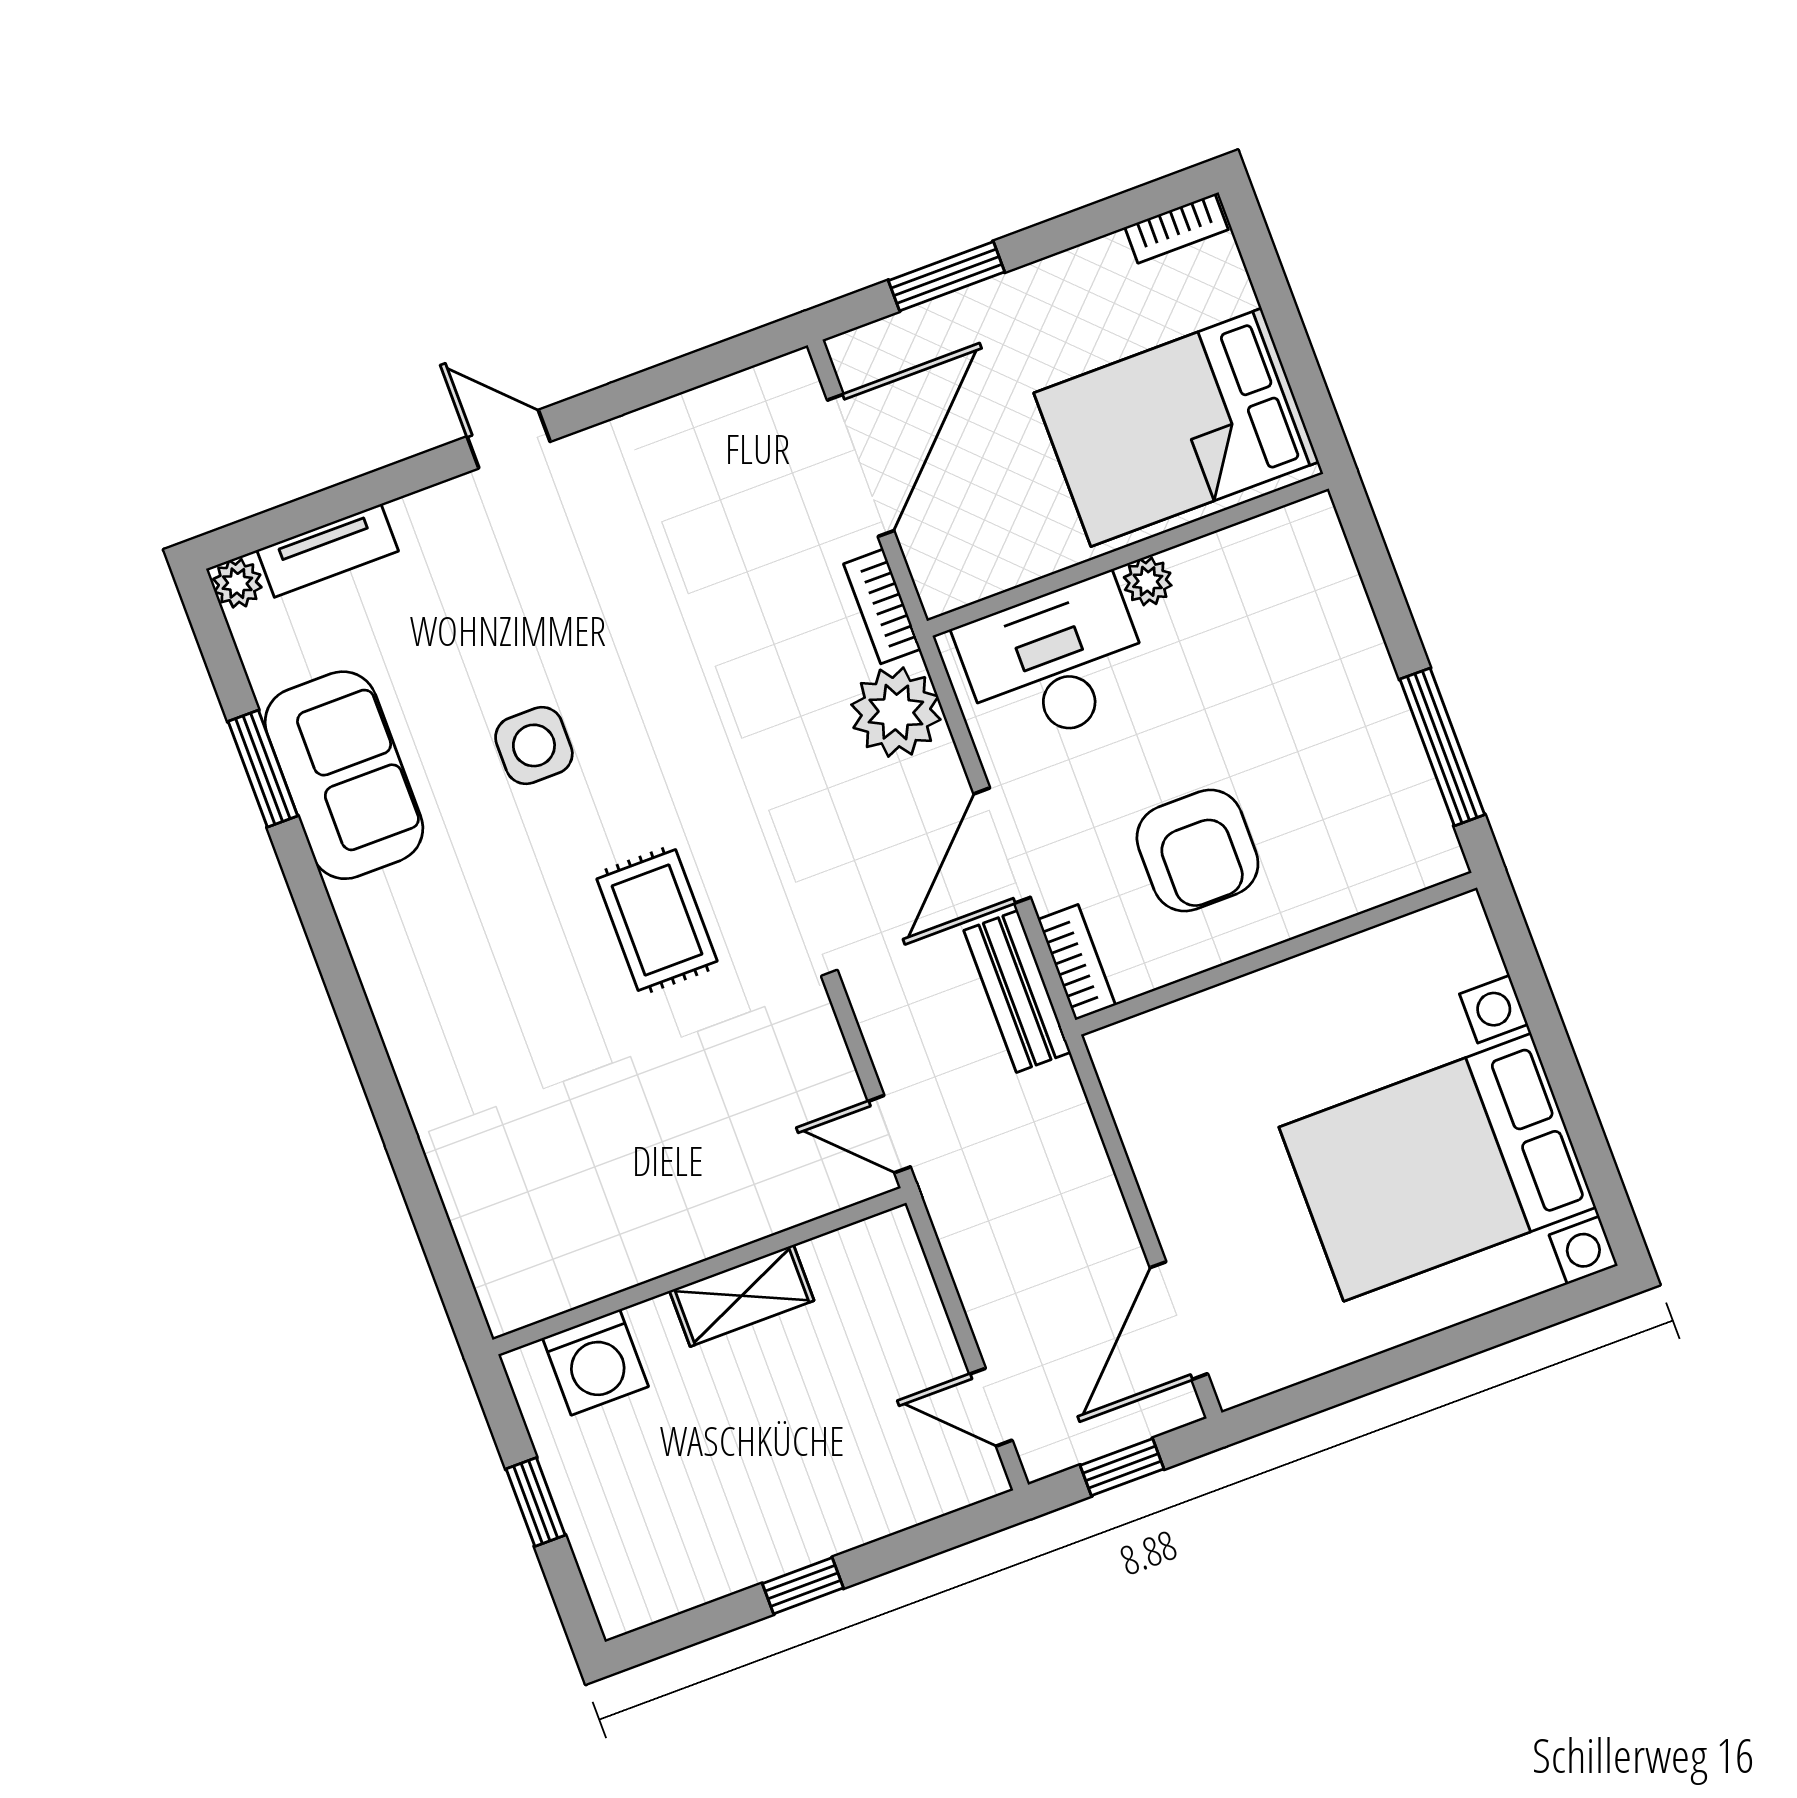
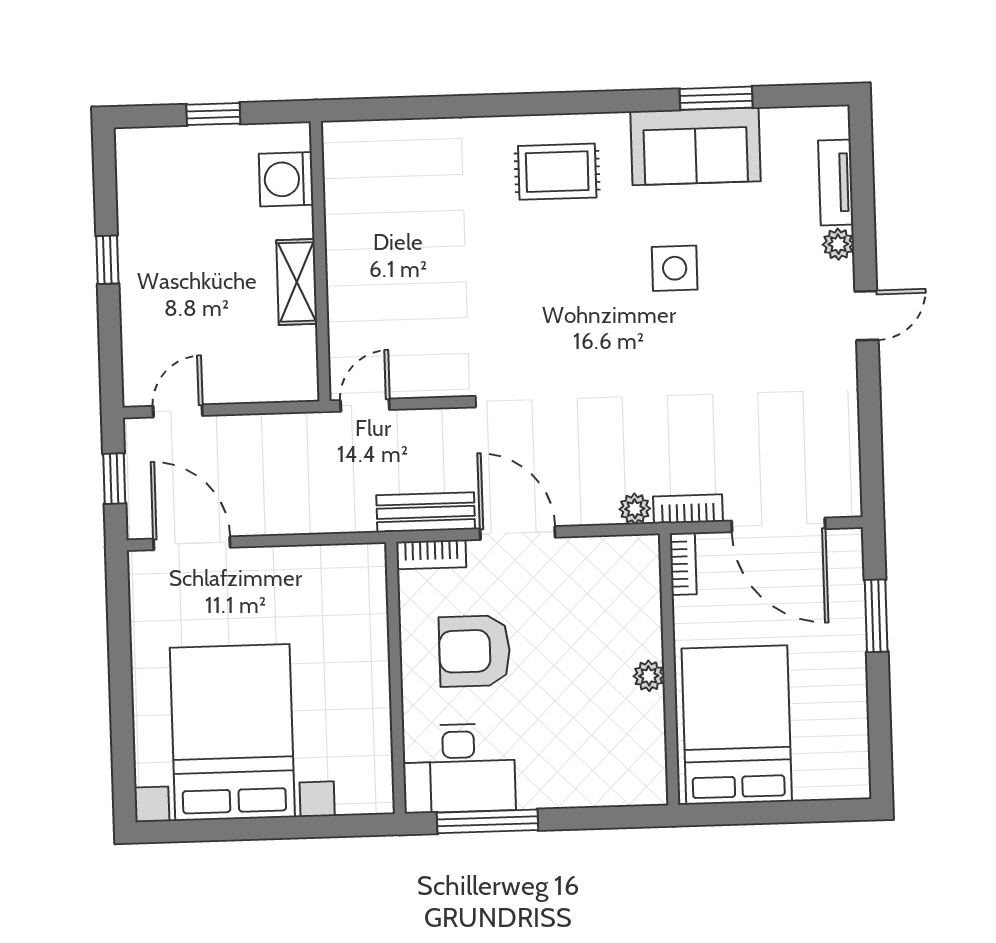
bookcase: (1176, 228) -> (683, 564), moved, turned 180
plant: (237, 583) -> (838, 244), moved
desk: (1054, 663) -> (459, 768), moved, turned 90
plant: (896, 712) -> (635, 509), width x0.53, depth x0.53
rug: (657, 920) -> (557, 172), moved

